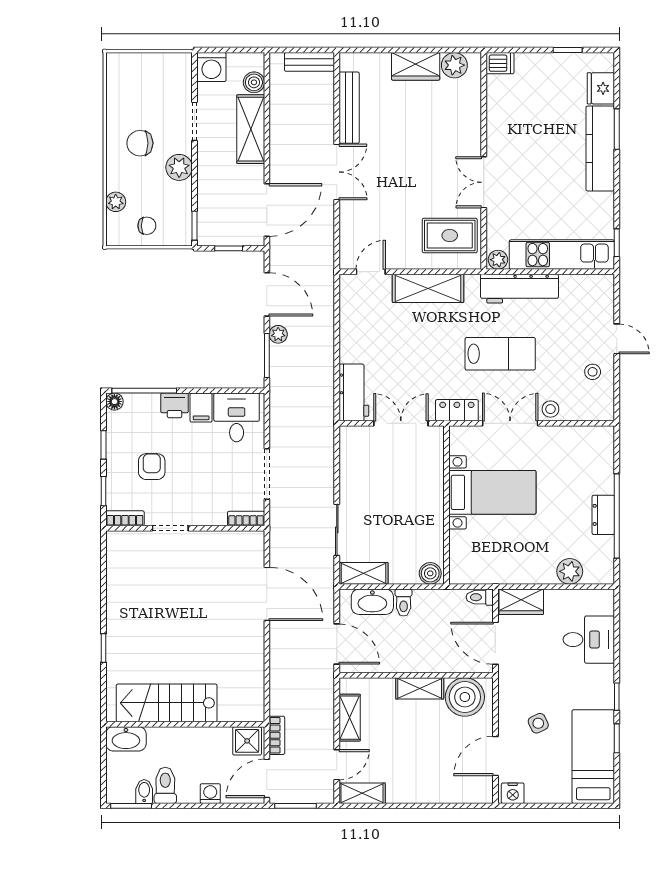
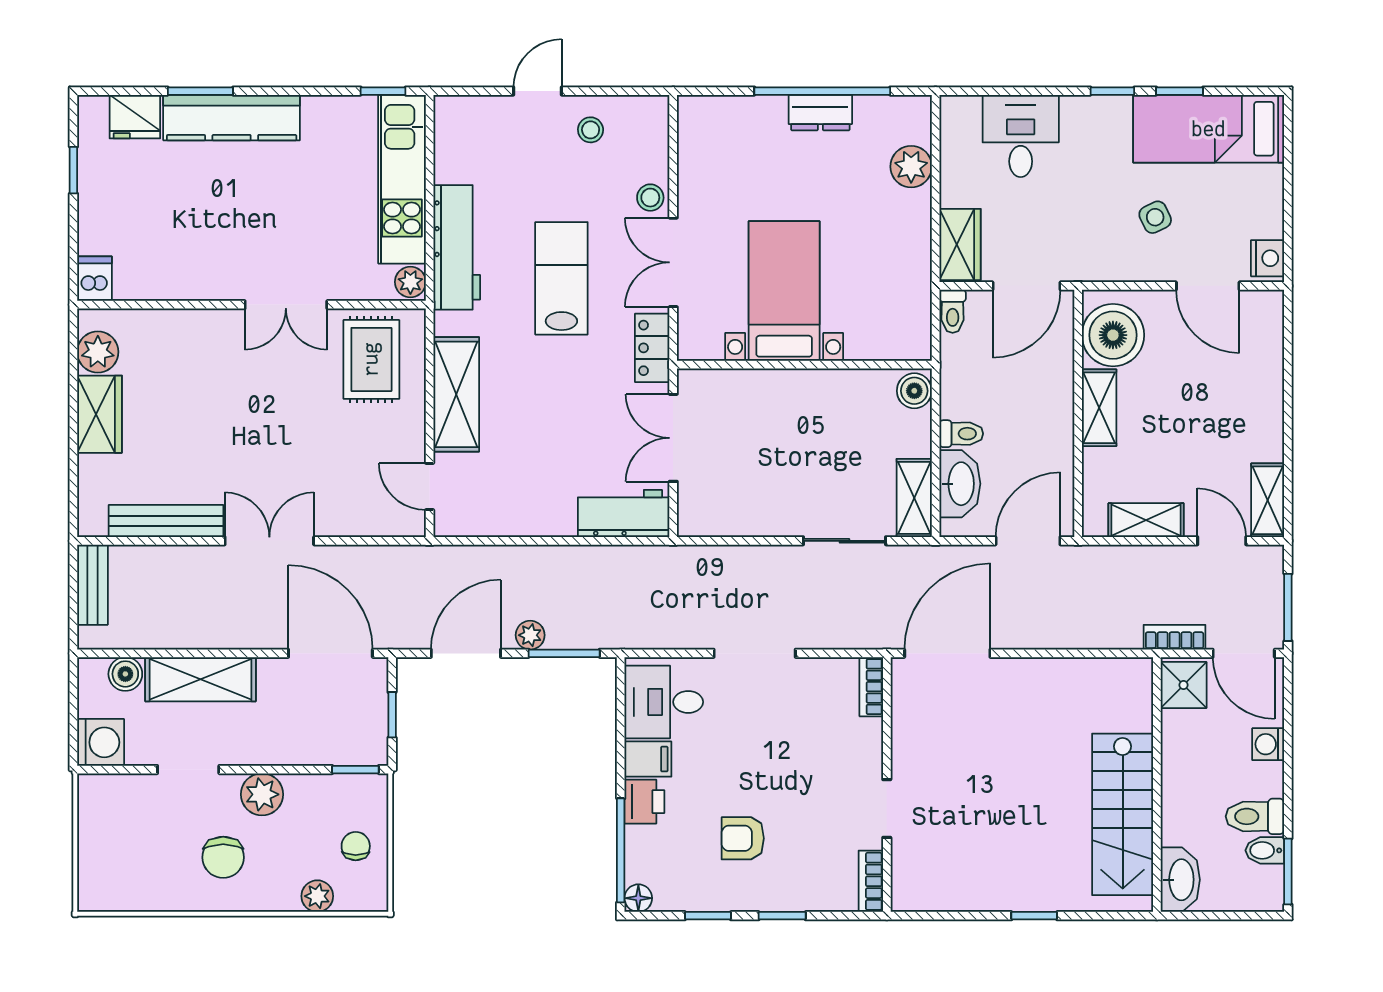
bookcase: (125, 518) -> (871, 881), moved
bookcase: (246, 519) -> (871, 687), moved
doorway: (170, 528) -> (887, 809), moved
wall: (185, 528) -> (887, 785), moved

